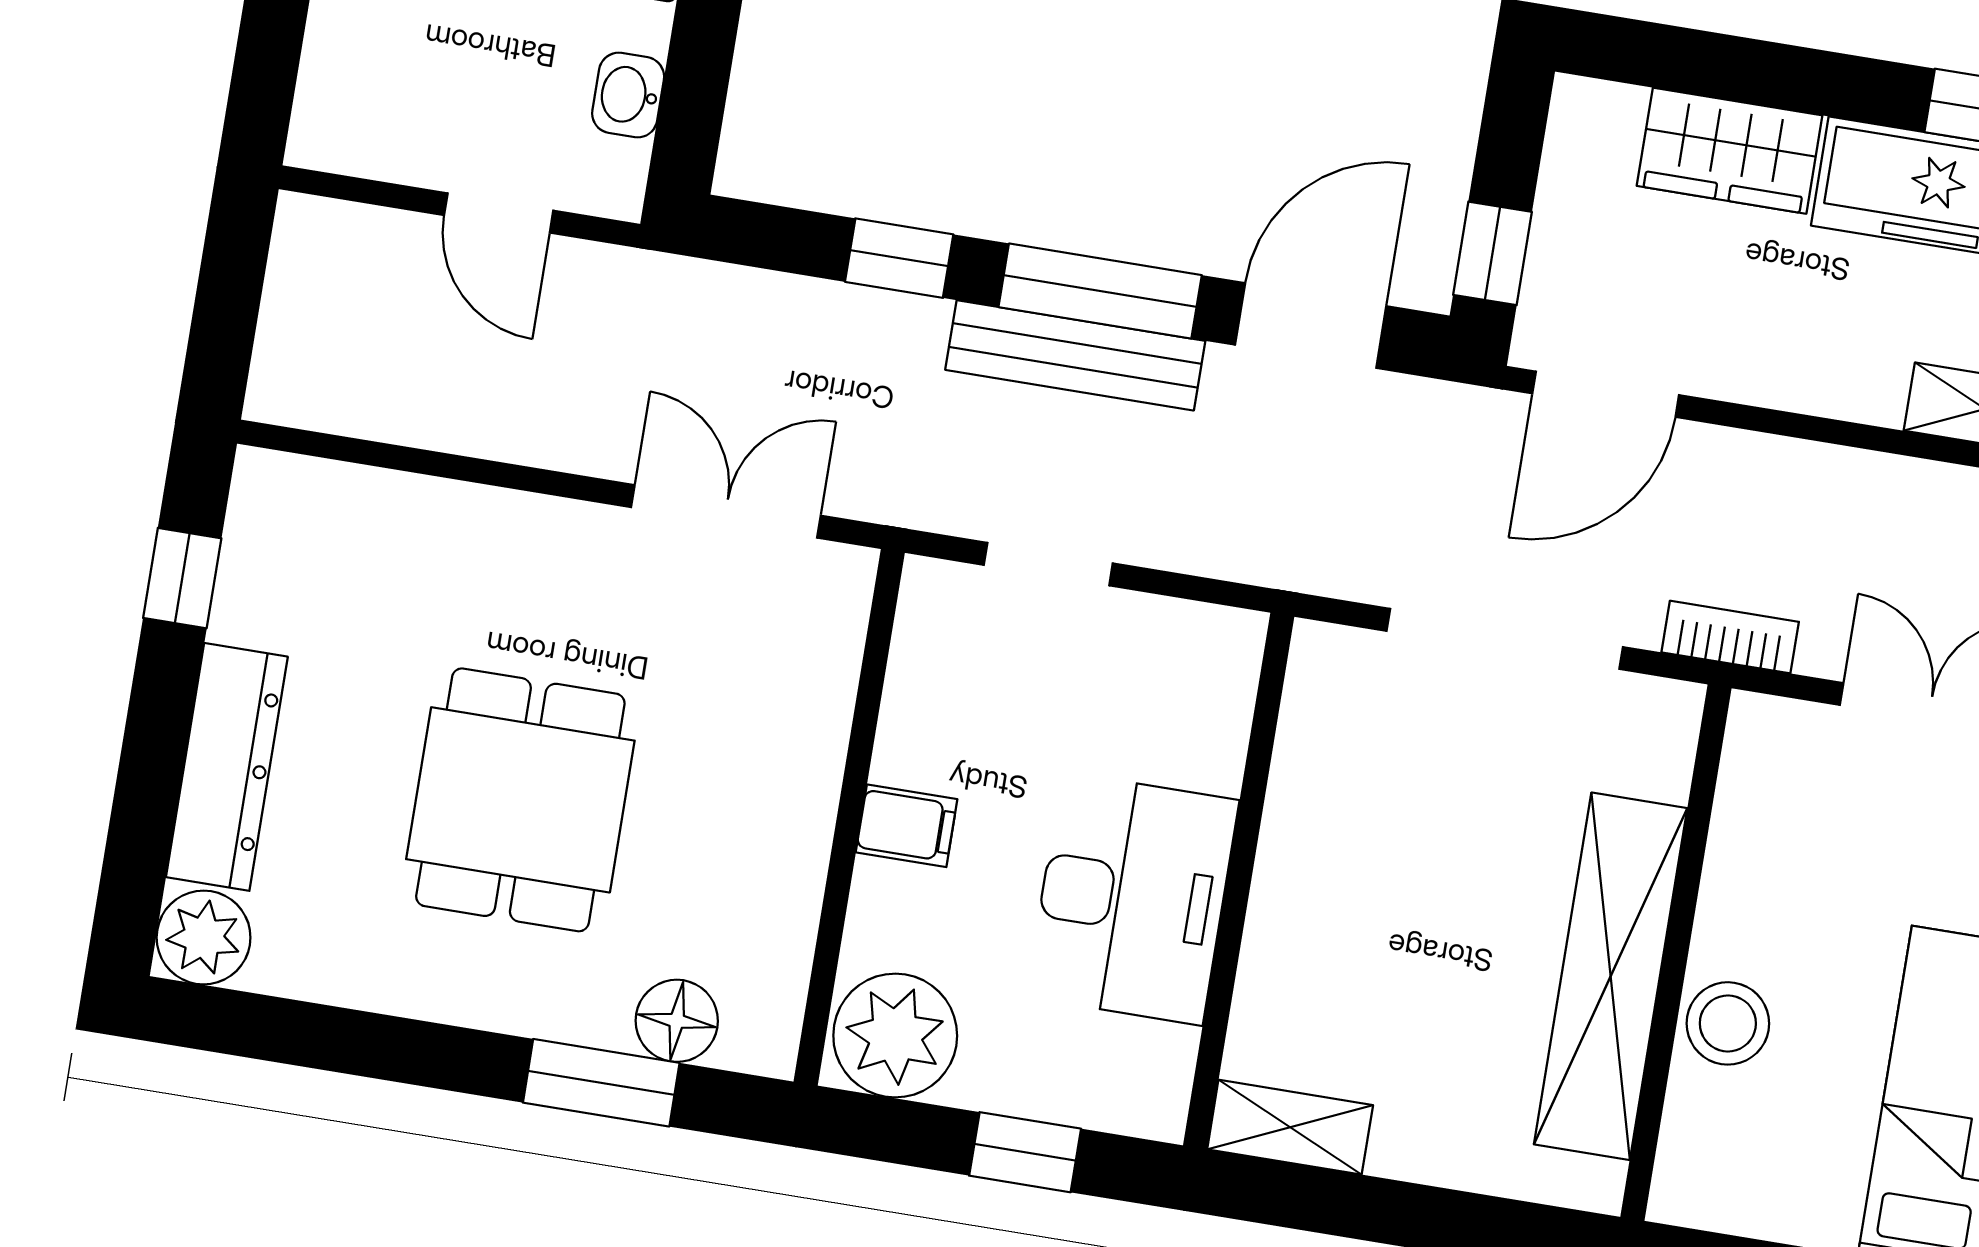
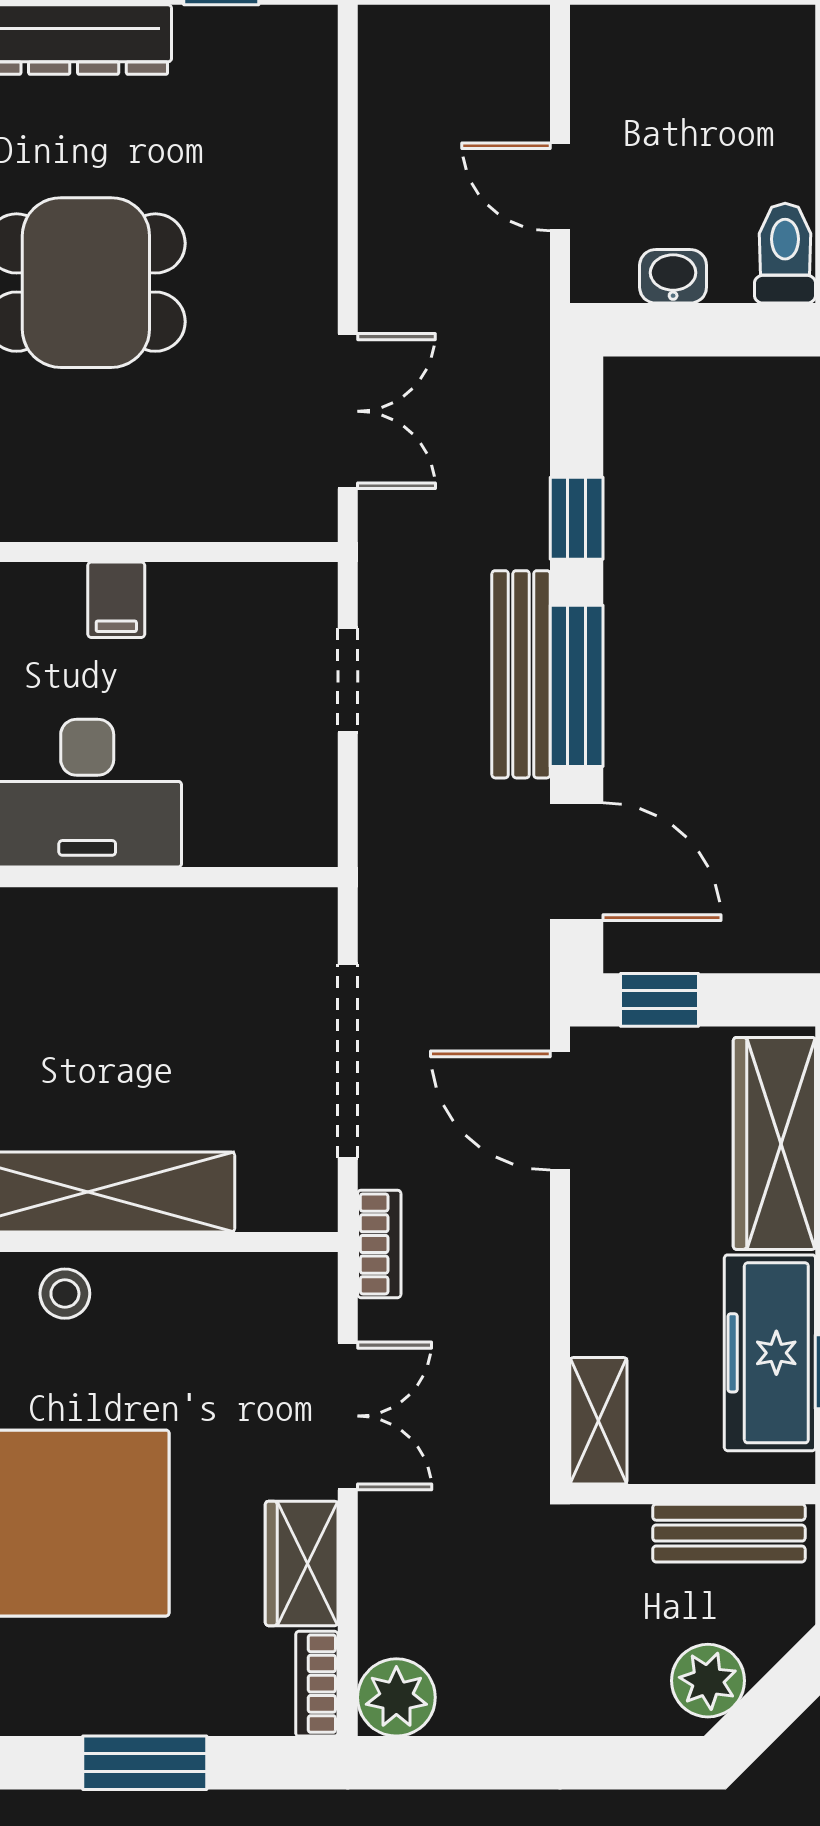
wardrobe: (1730, 151) -> (774, 1143), width x1.50
door: (499, 213) -> (560, 187), hinge flipped
stool: (1728, 1023) -> (65, 1294), width x0.73, depth x0.73

